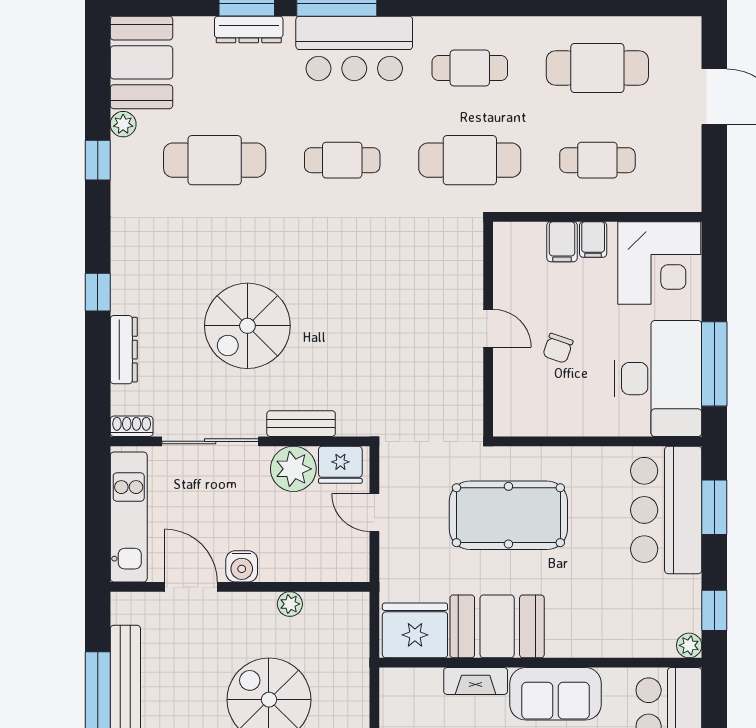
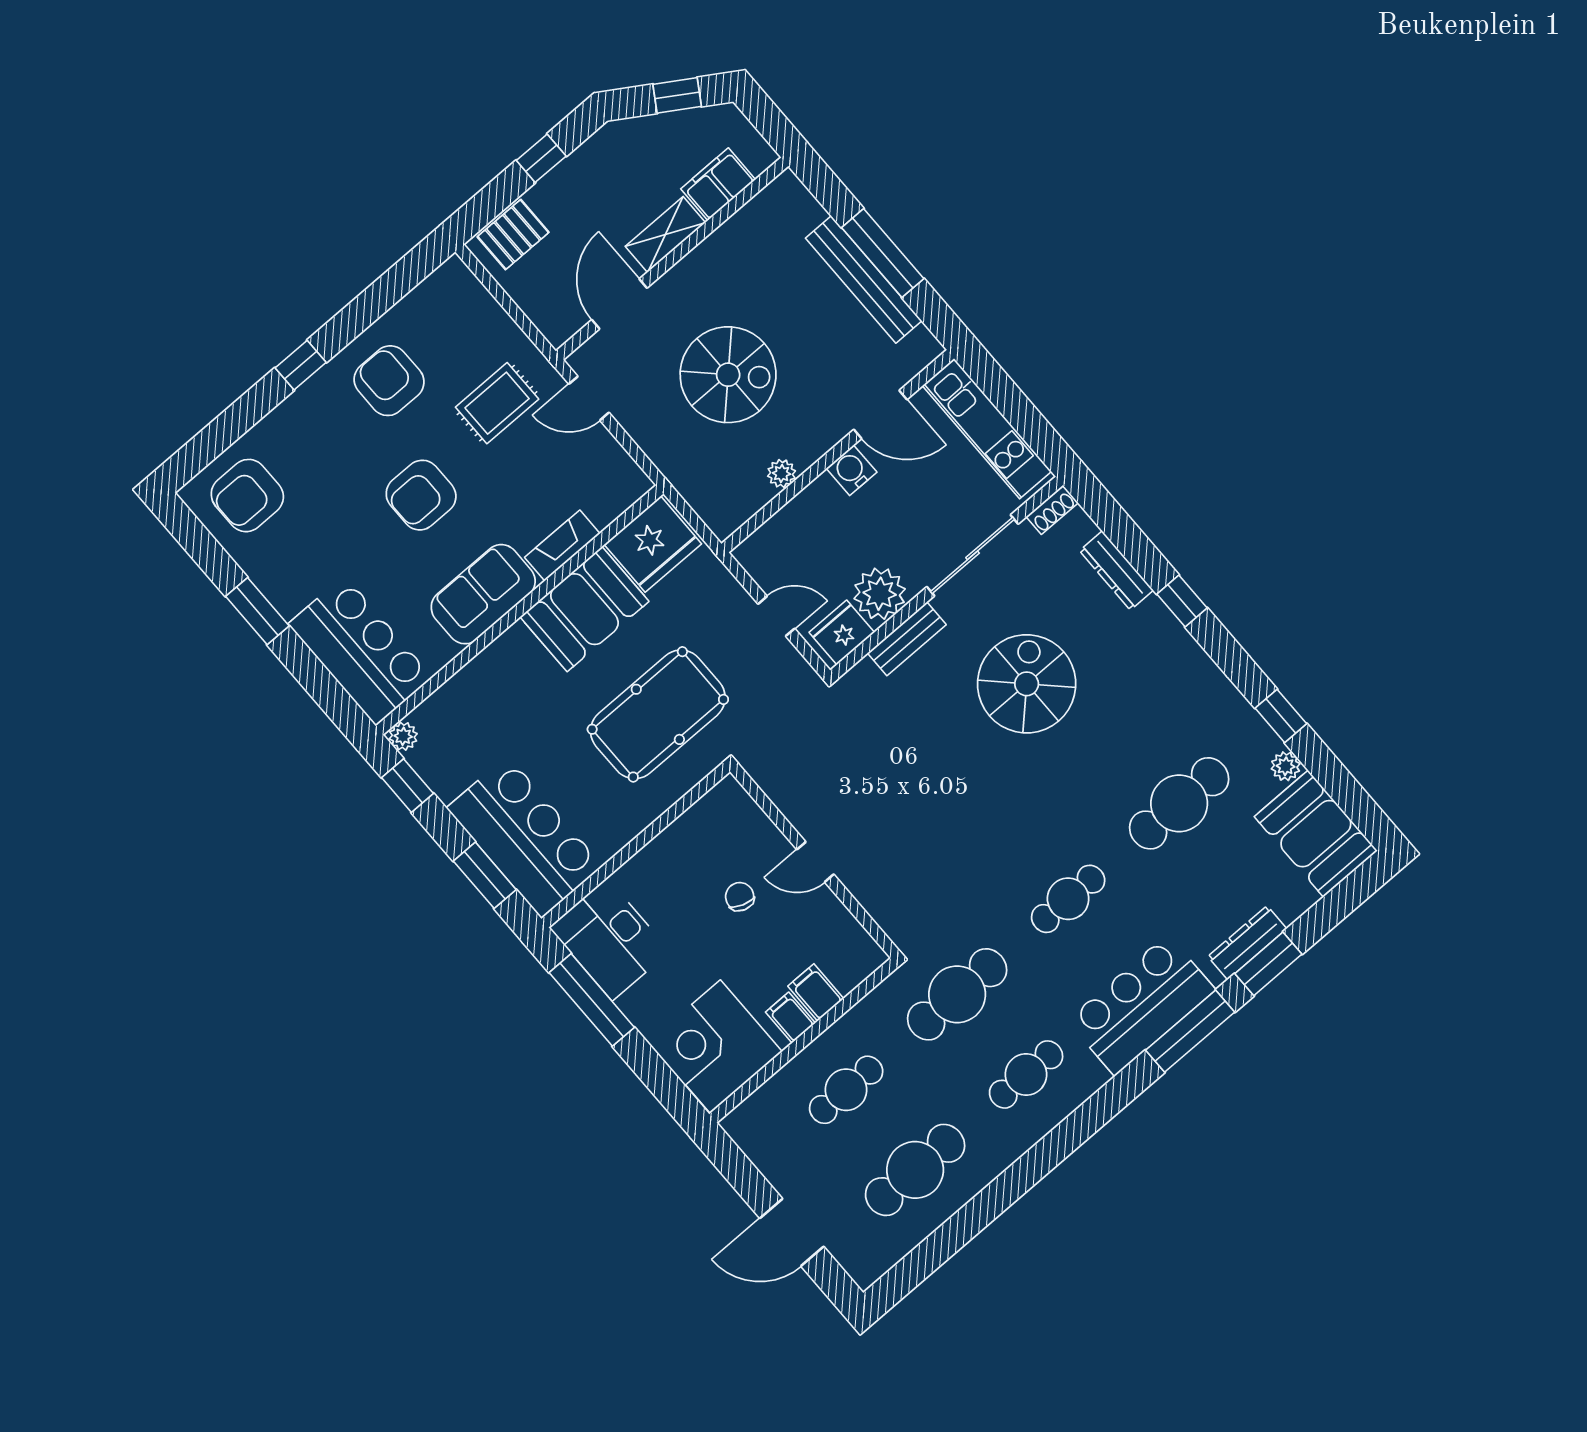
desk: (658, 379) -> (609, 939), width x0.73, depth x0.77

